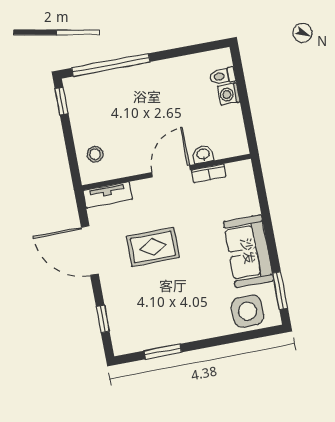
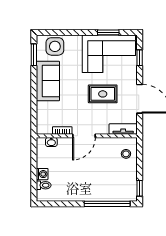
washbasin: (203, 154) -> (51, 142), moved
corner sofa: (155, 316) -> (109, 54), added

